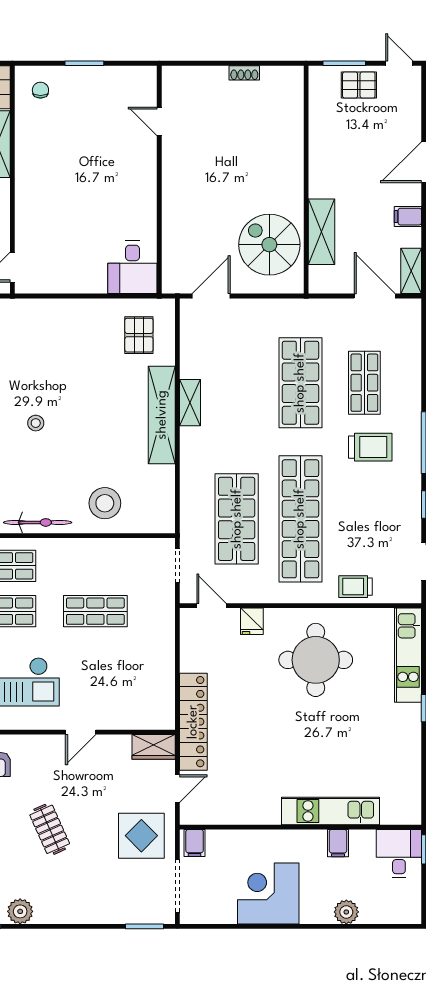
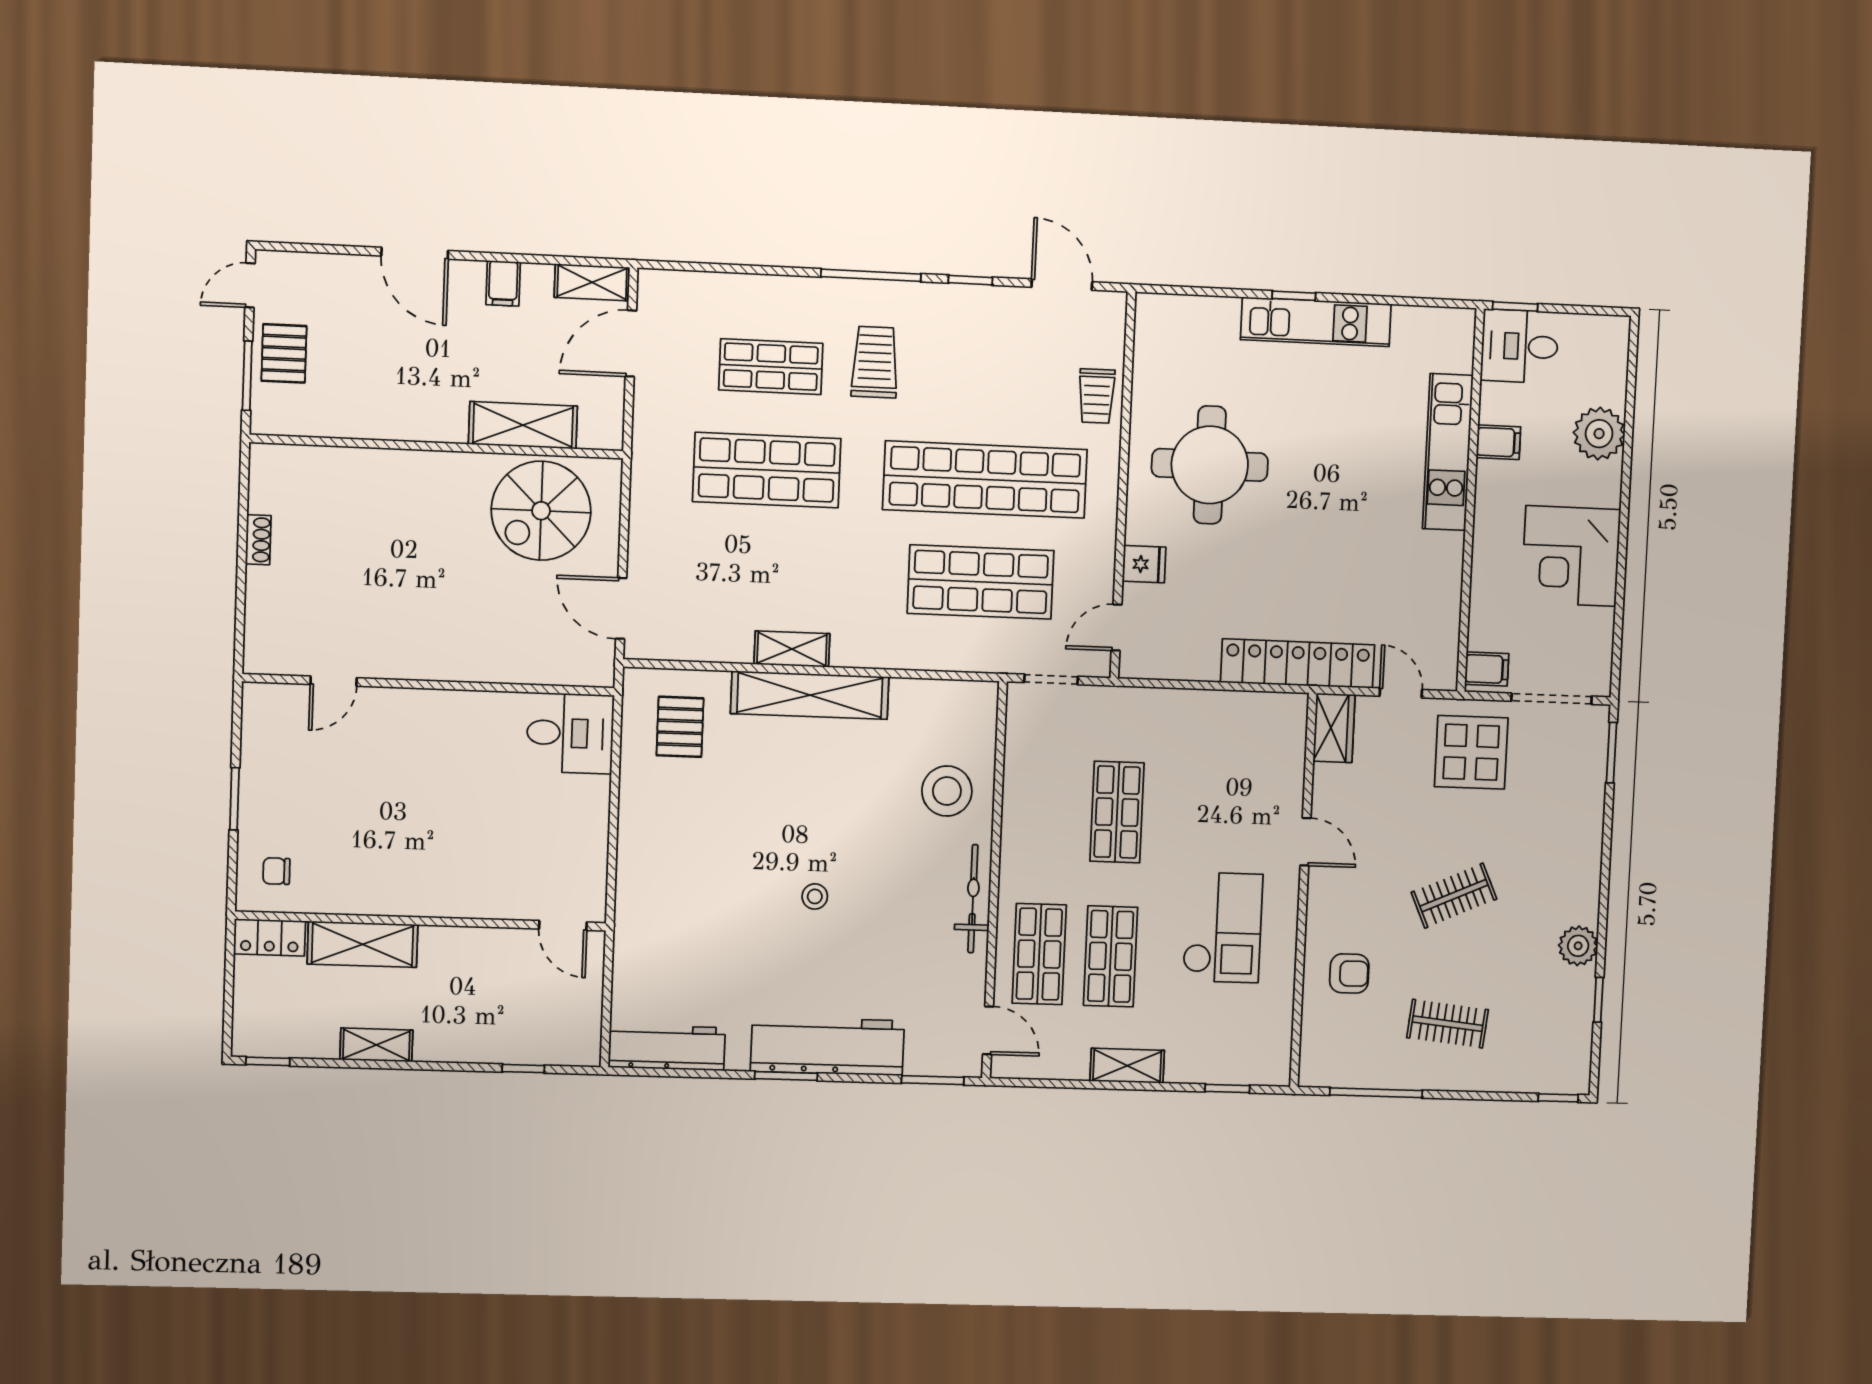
pallet: (139, 335) -> (680, 727), turned 90
kitchen unit: (408, 655) -> (1316, 322), moved
plant: (346, 912) -> (1599, 434), width x1.36, depth x1.36

